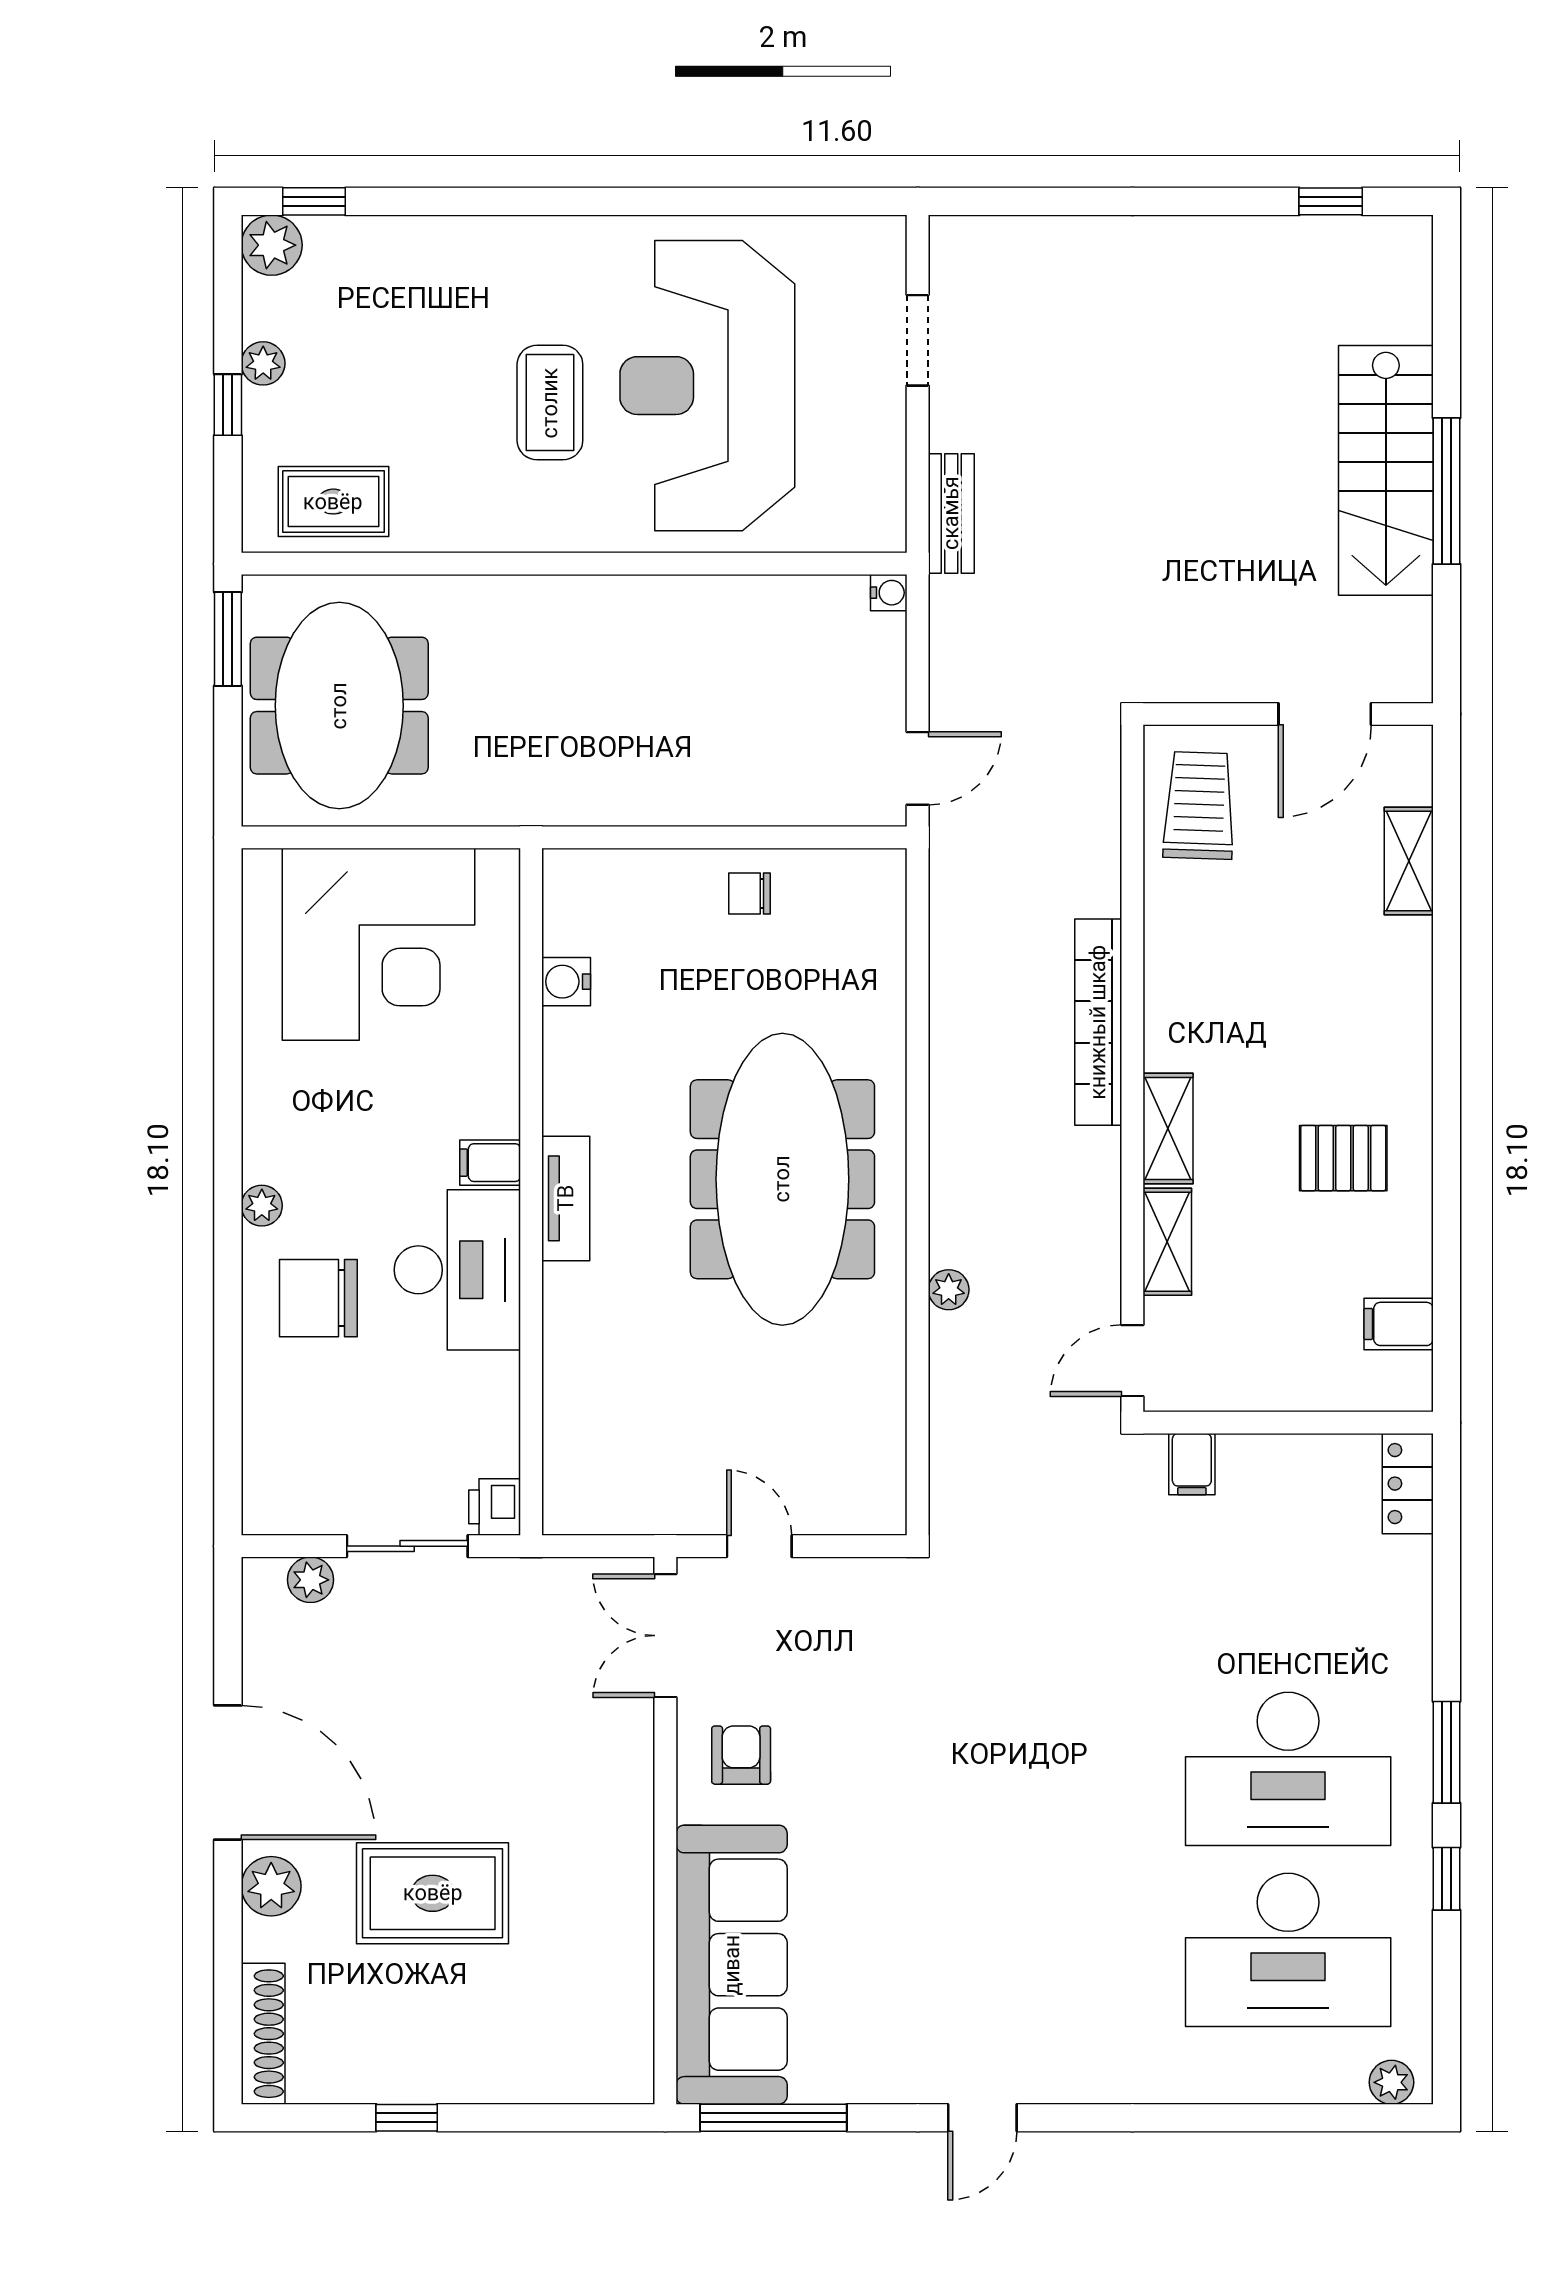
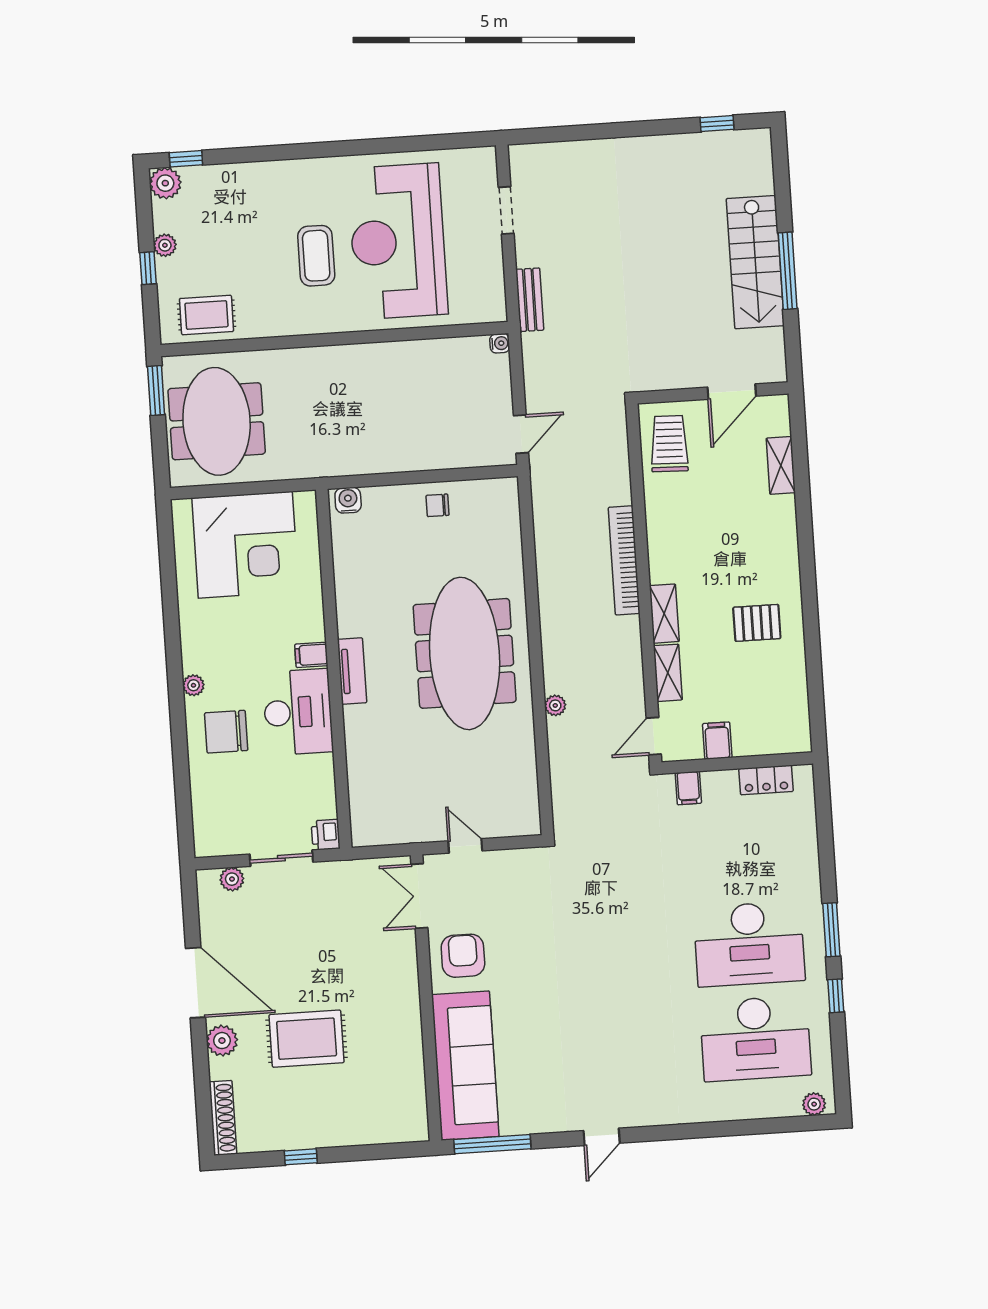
water cooler: (566, 982) -> (348, 500), moved, turned 90
filing cabinet: (1399, 1324) -> (717, 741), moved, turned 90
locker: (1408, 1484) -> (766, 780), moved, turned -90
armchair: (741, 1755) -> (463, 956), width x1.38, depth x1.38

